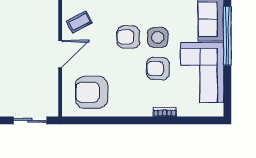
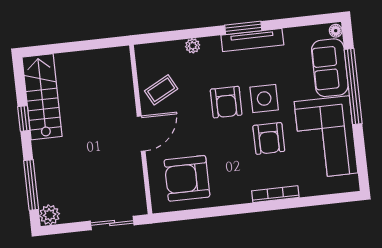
armchair: (128, 37) -> (226, 102), turned -90
armchair: (158, 69) -> (269, 138), turned -90
bookcase: (165, 112) -> (275, 194), width x1.56

